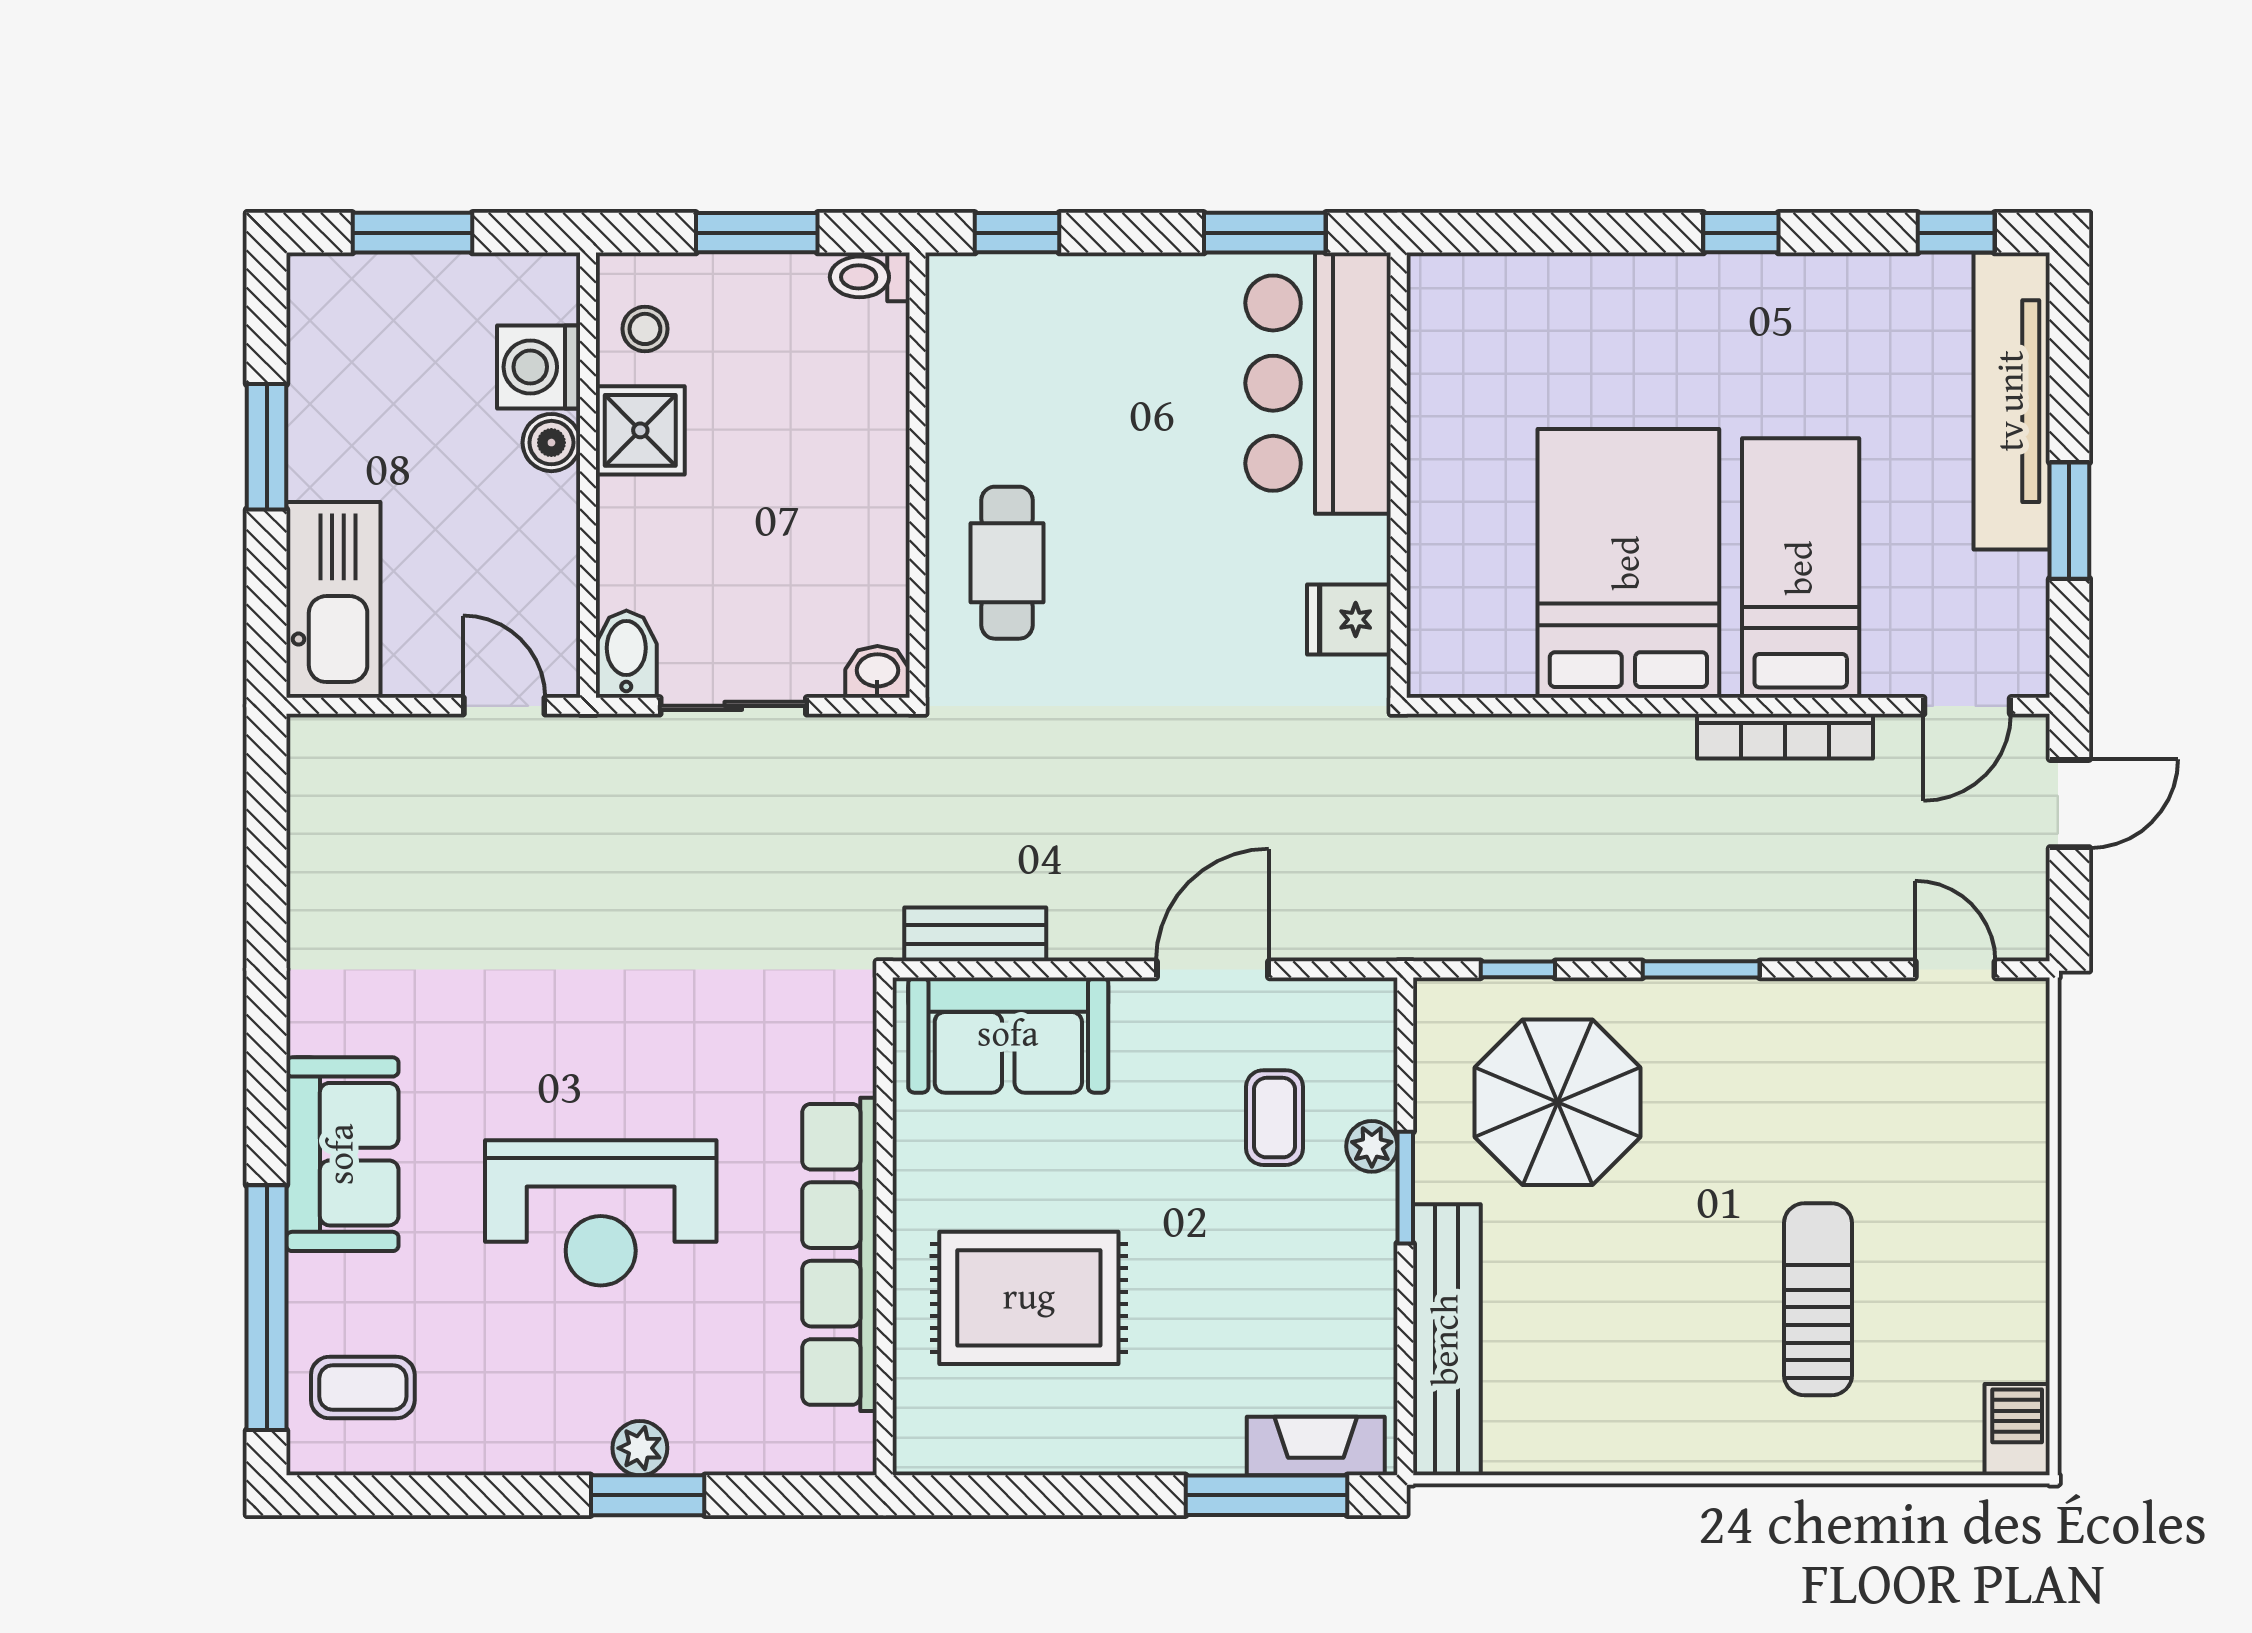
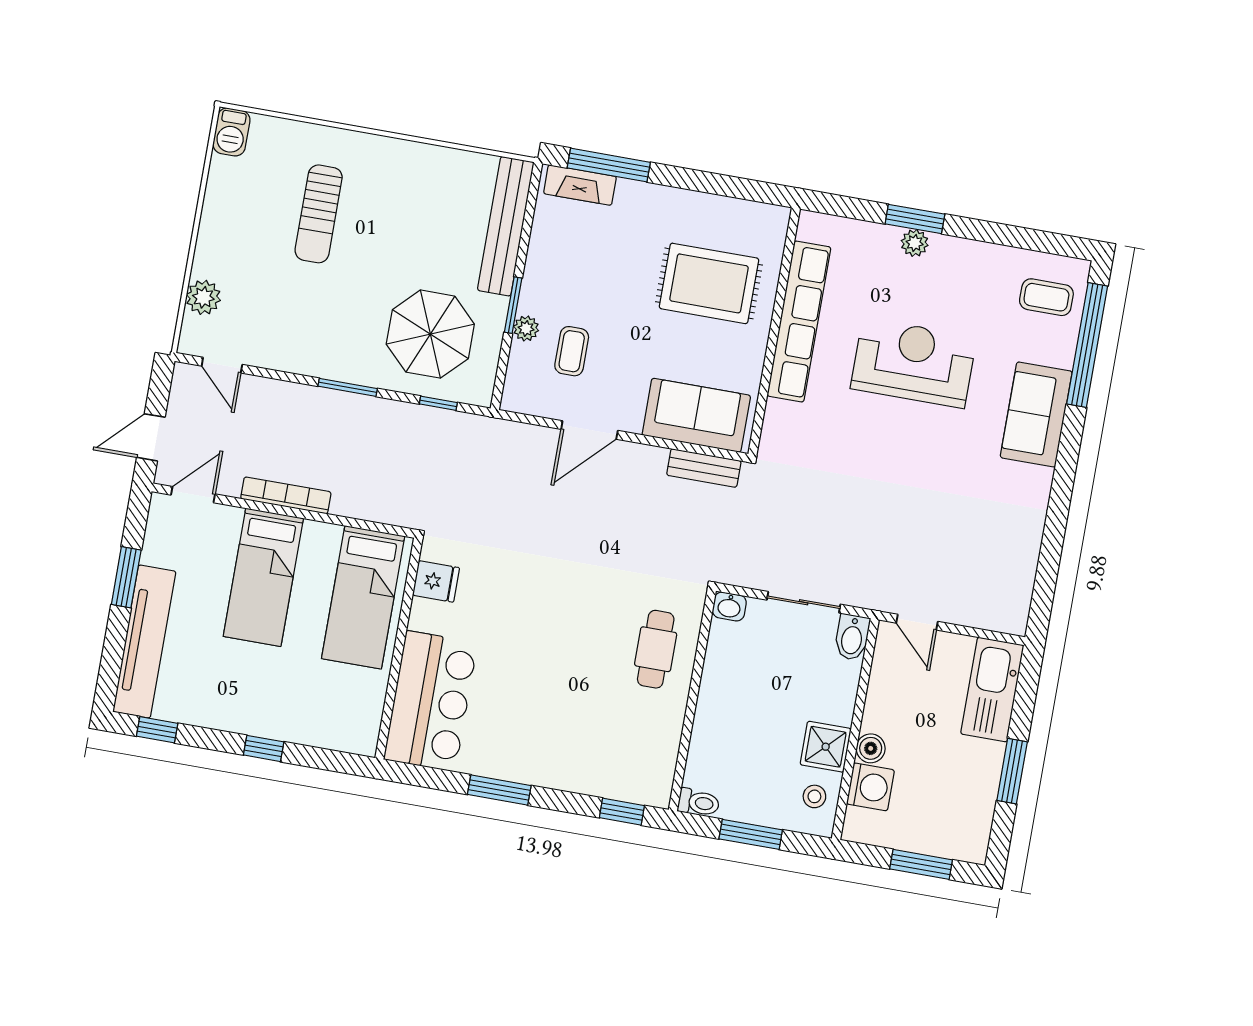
bar counter: (1318, 383) -> (431, 701), moved
wall: (1399, 475) -> (399, 649), moved
bed: (1628, 563) -> (363, 597), width x0.67
fridge: (1349, 620) -> (436, 581), moved
plant: (2015, 1096) -> (203, 297), added

